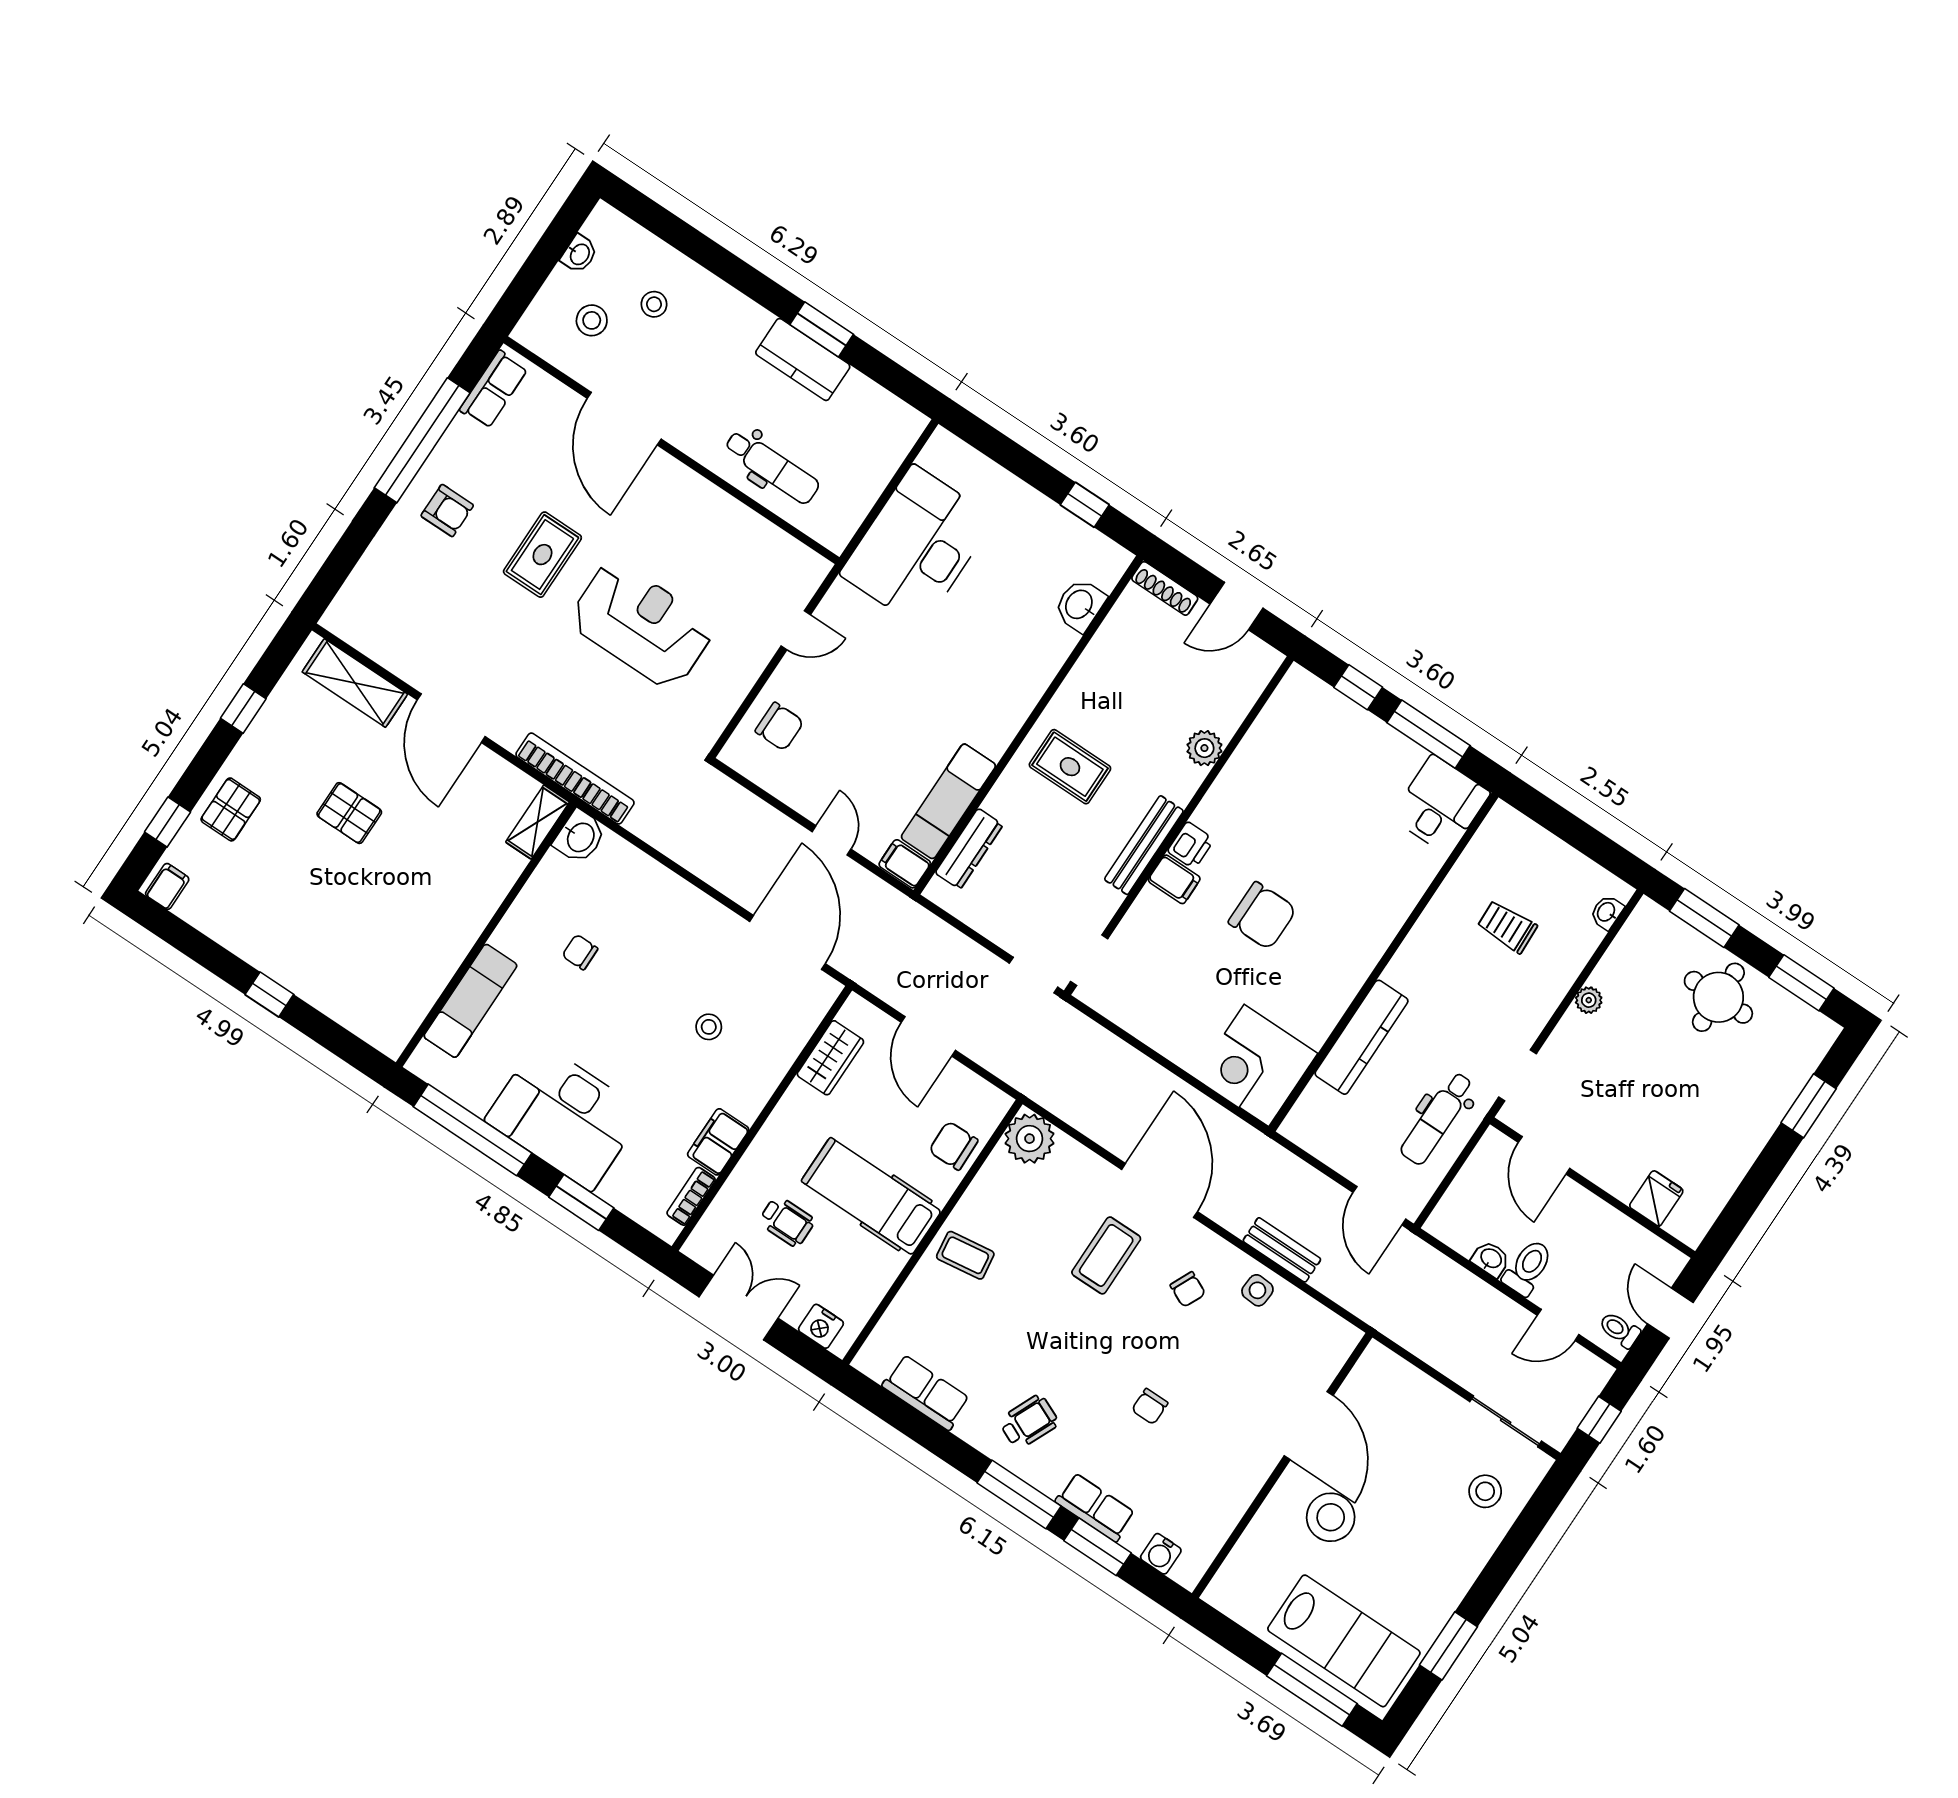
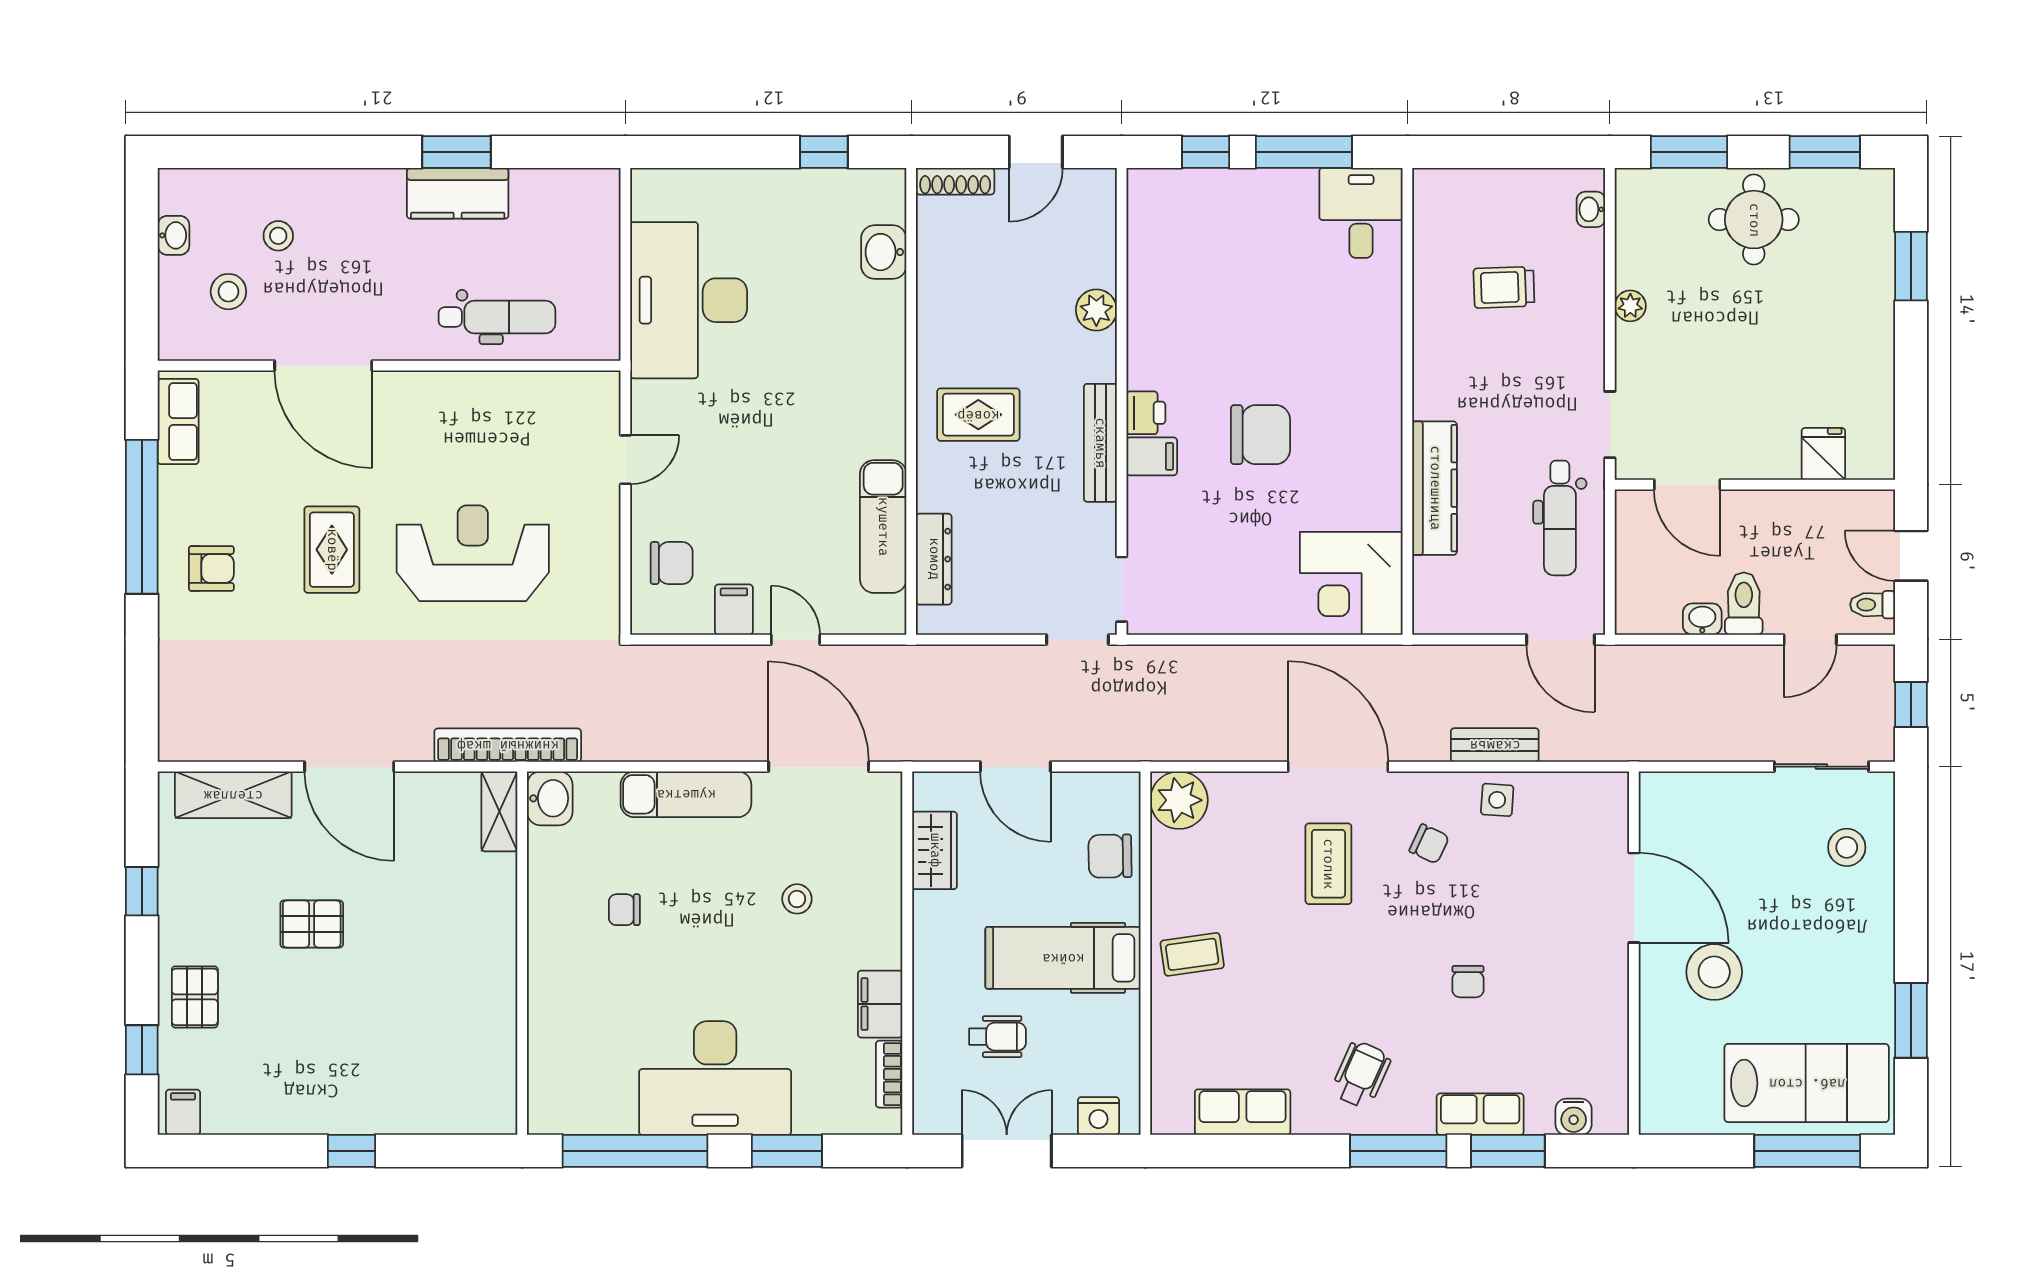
filing cabinet: (905, 864) -> (734, 610), moved, turned 90
exam couch: (470, 1001) -> (686, 794), moved, turned 90

